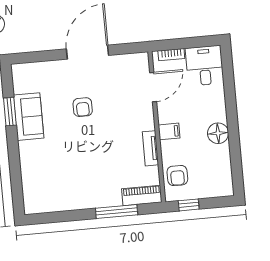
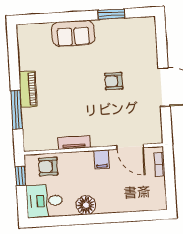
desk: (205, 66) -> (44, 201), moved, turned 180
sofa: (29, 117) -> (73, 33), moved
filing cabinet: (169, 131) -> (102, 159), moved
piano: (142, 195) -> (28, 89), moved

